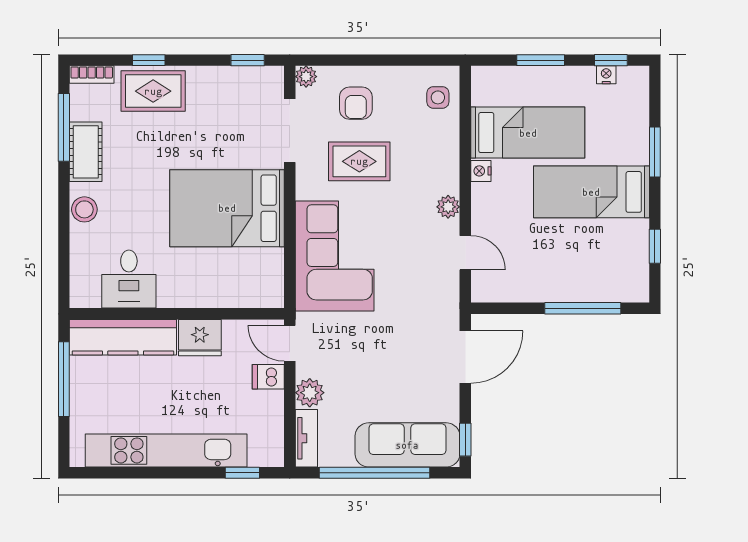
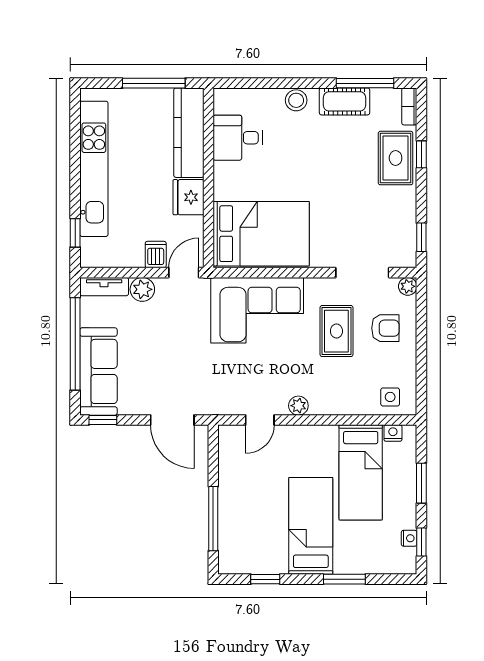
armchair: (356, 103) -> (385, 328), turned 180
nightstand: (481, 171) -> (393, 433), moved
bed: (227, 208) -> (261, 234), moved, turned 90

